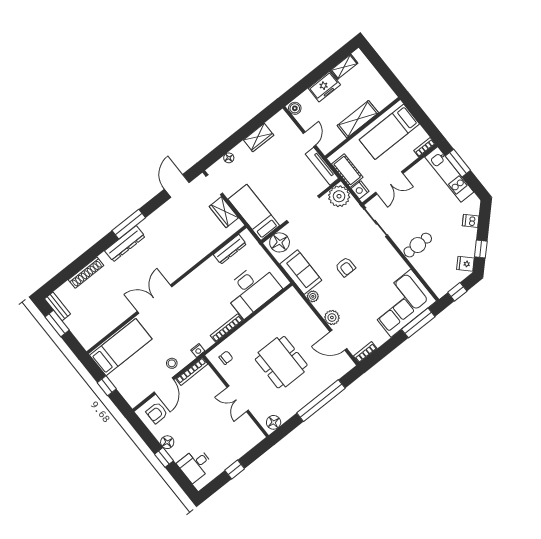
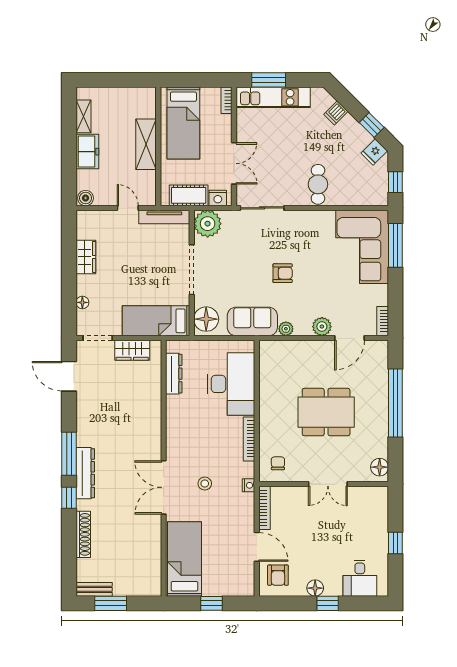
window: (102, 246) -> (69, 498), added
stool: (172, 363) -> (205, 484), moved

